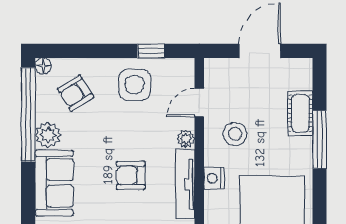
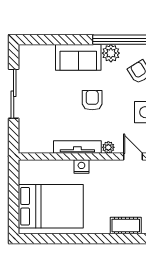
stool: (235, 134) -> (112, 181), removed
window: (320, 139) -> (108, 239), removed
armchair: (131, 175) -> (92, 100), moved

